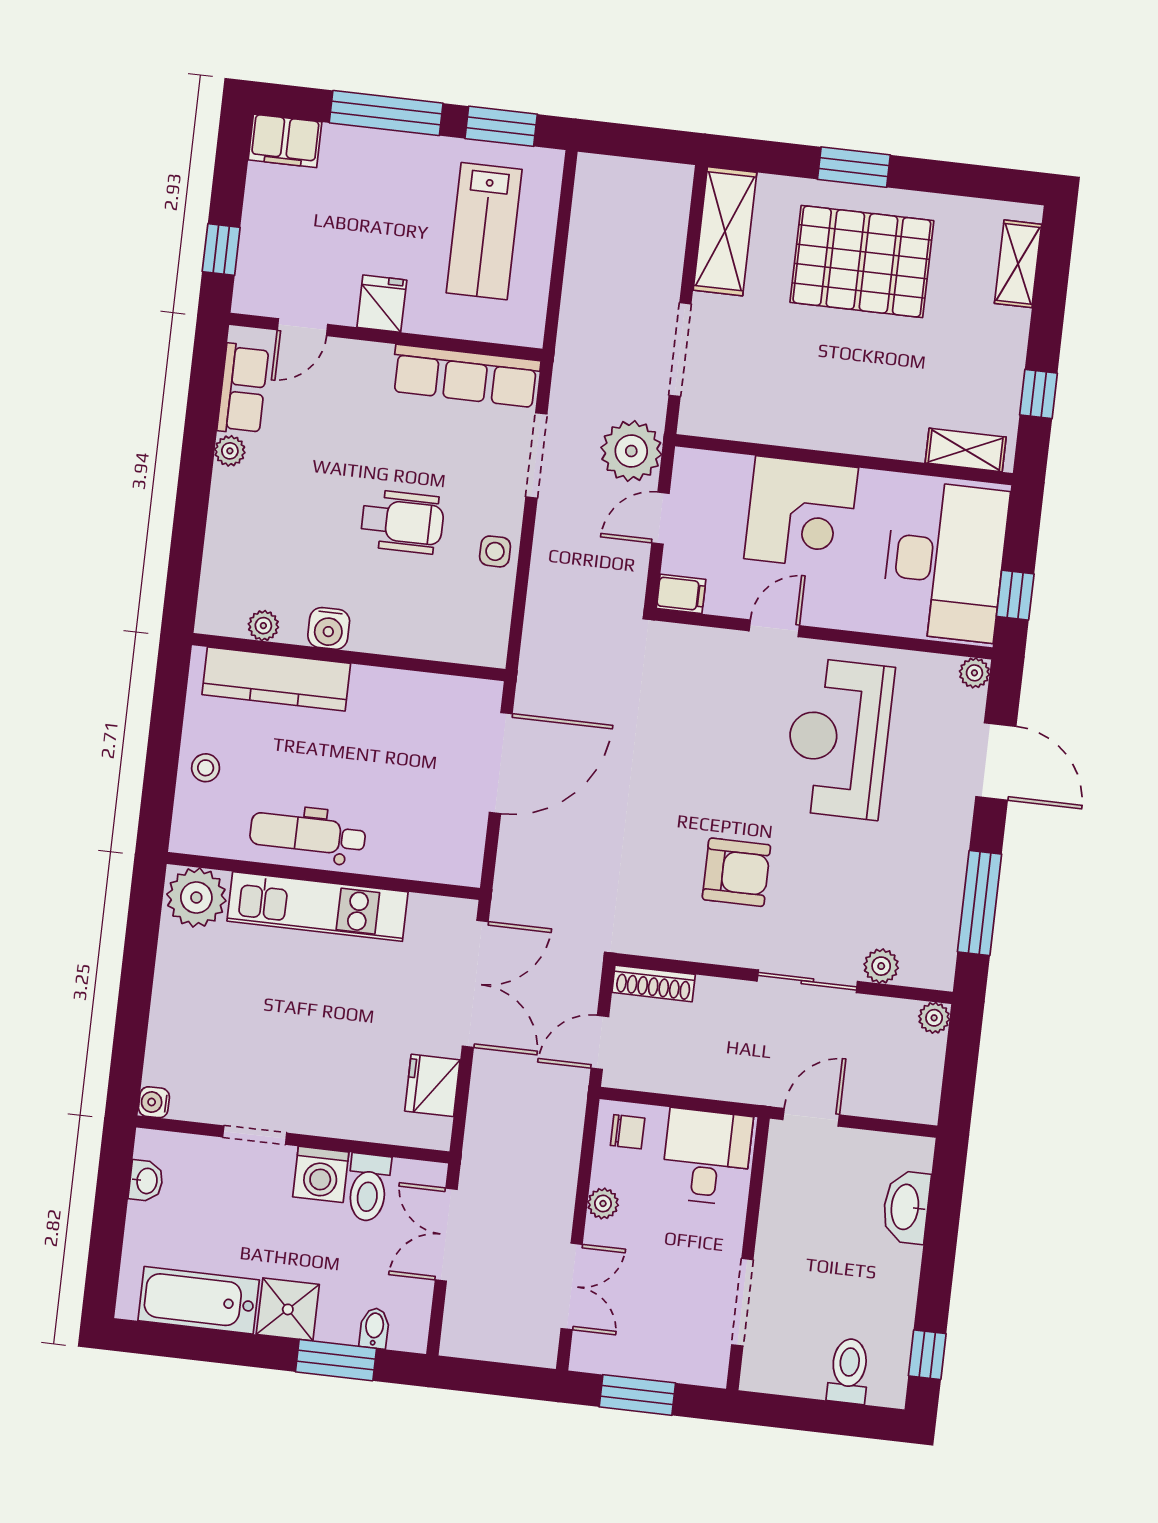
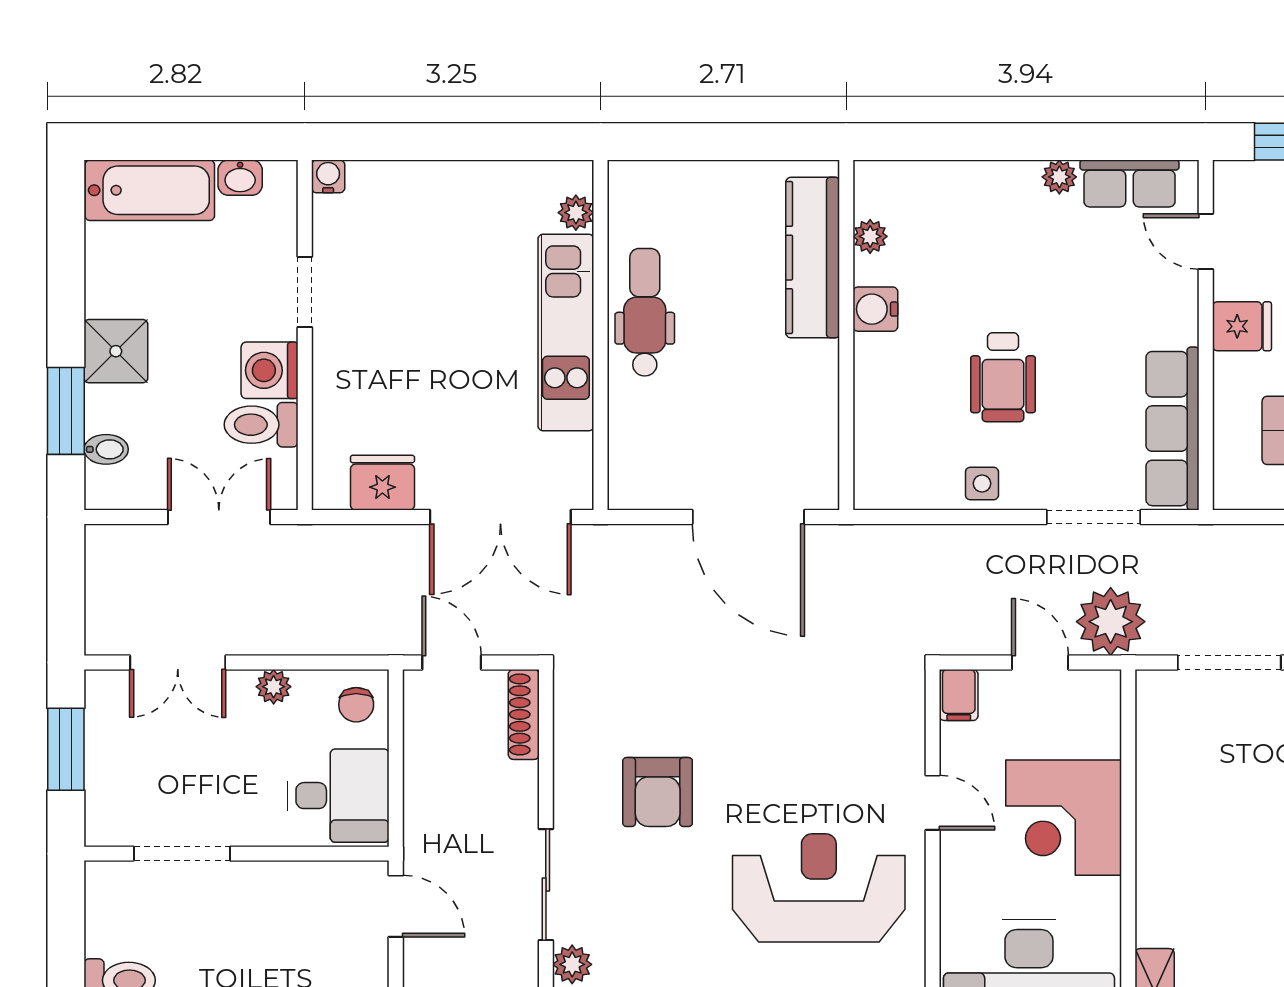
stool: (206, 768) -> (705, 191), removed
plant: (196, 897) -> (576, 213), width x0.53, depth x0.53
bathtub: (199, 1300) -> (150, 190), moved, turned 90

